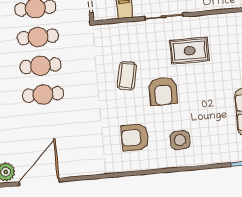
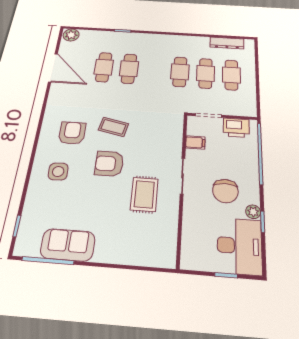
cafe table: (40, 66) -> (104, 67), moved
coffee table: (127, 76) -> (113, 127), moved
door: (39, 182) -> (53, 68), moved

